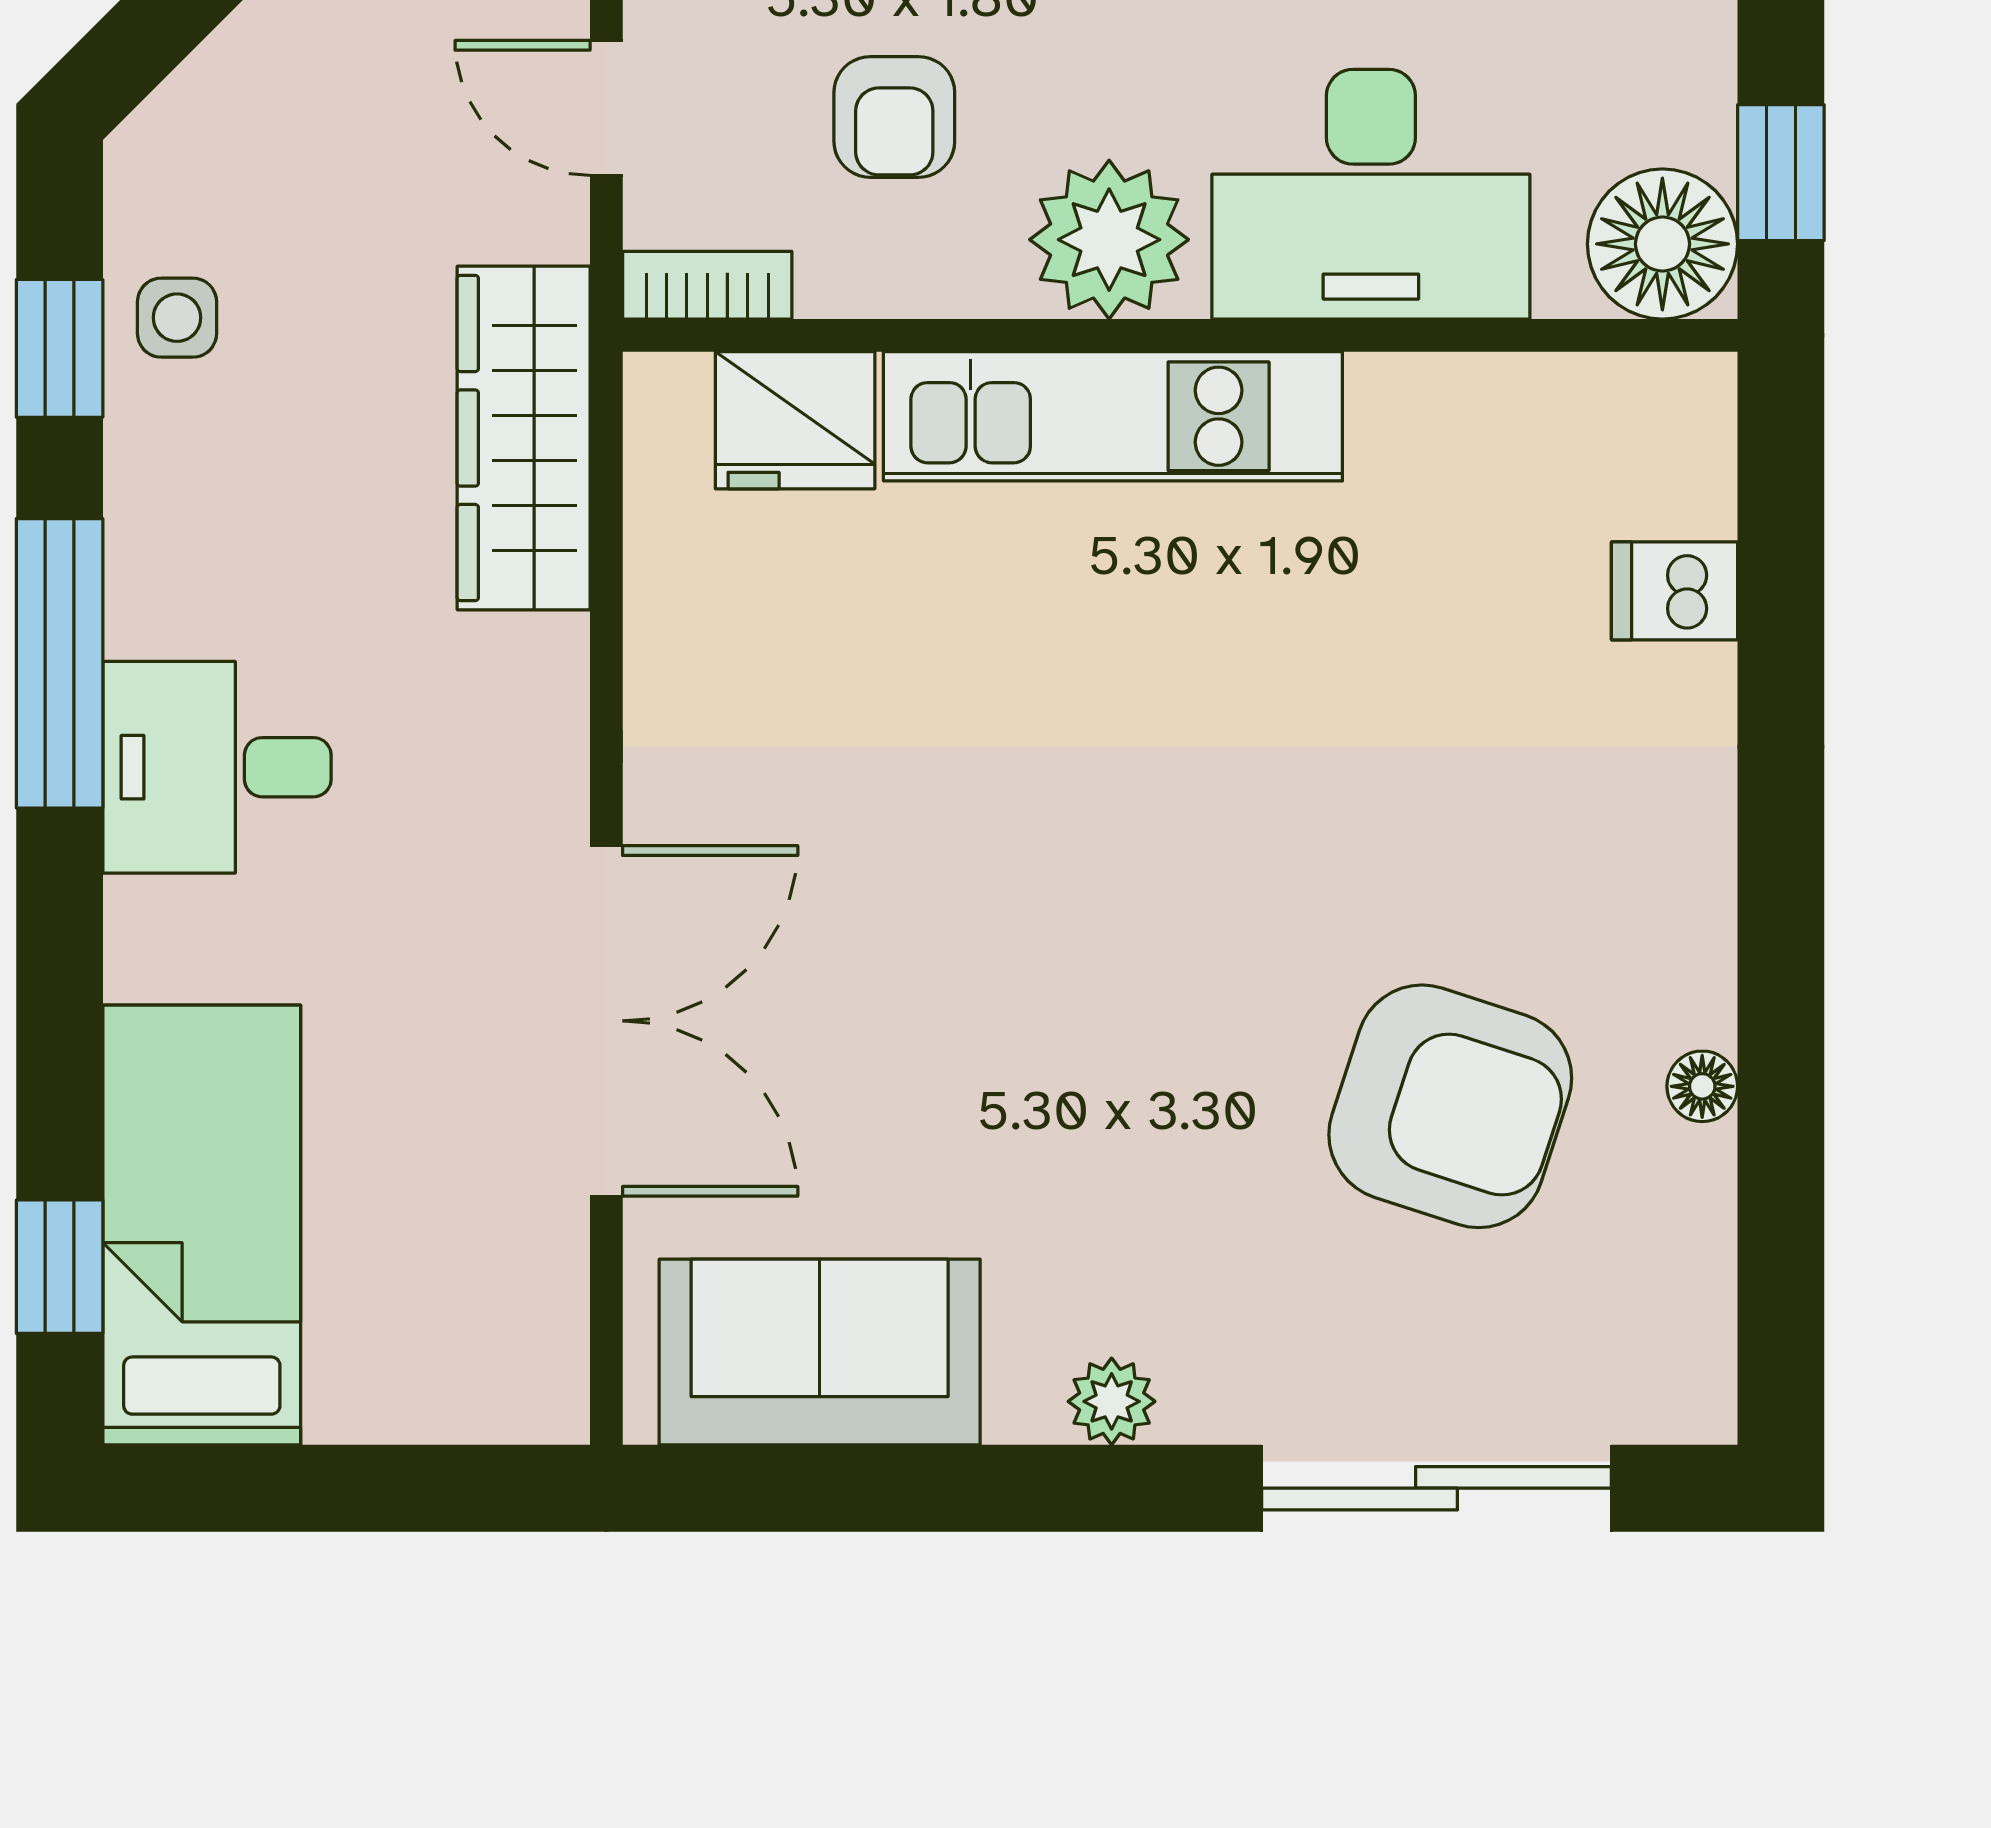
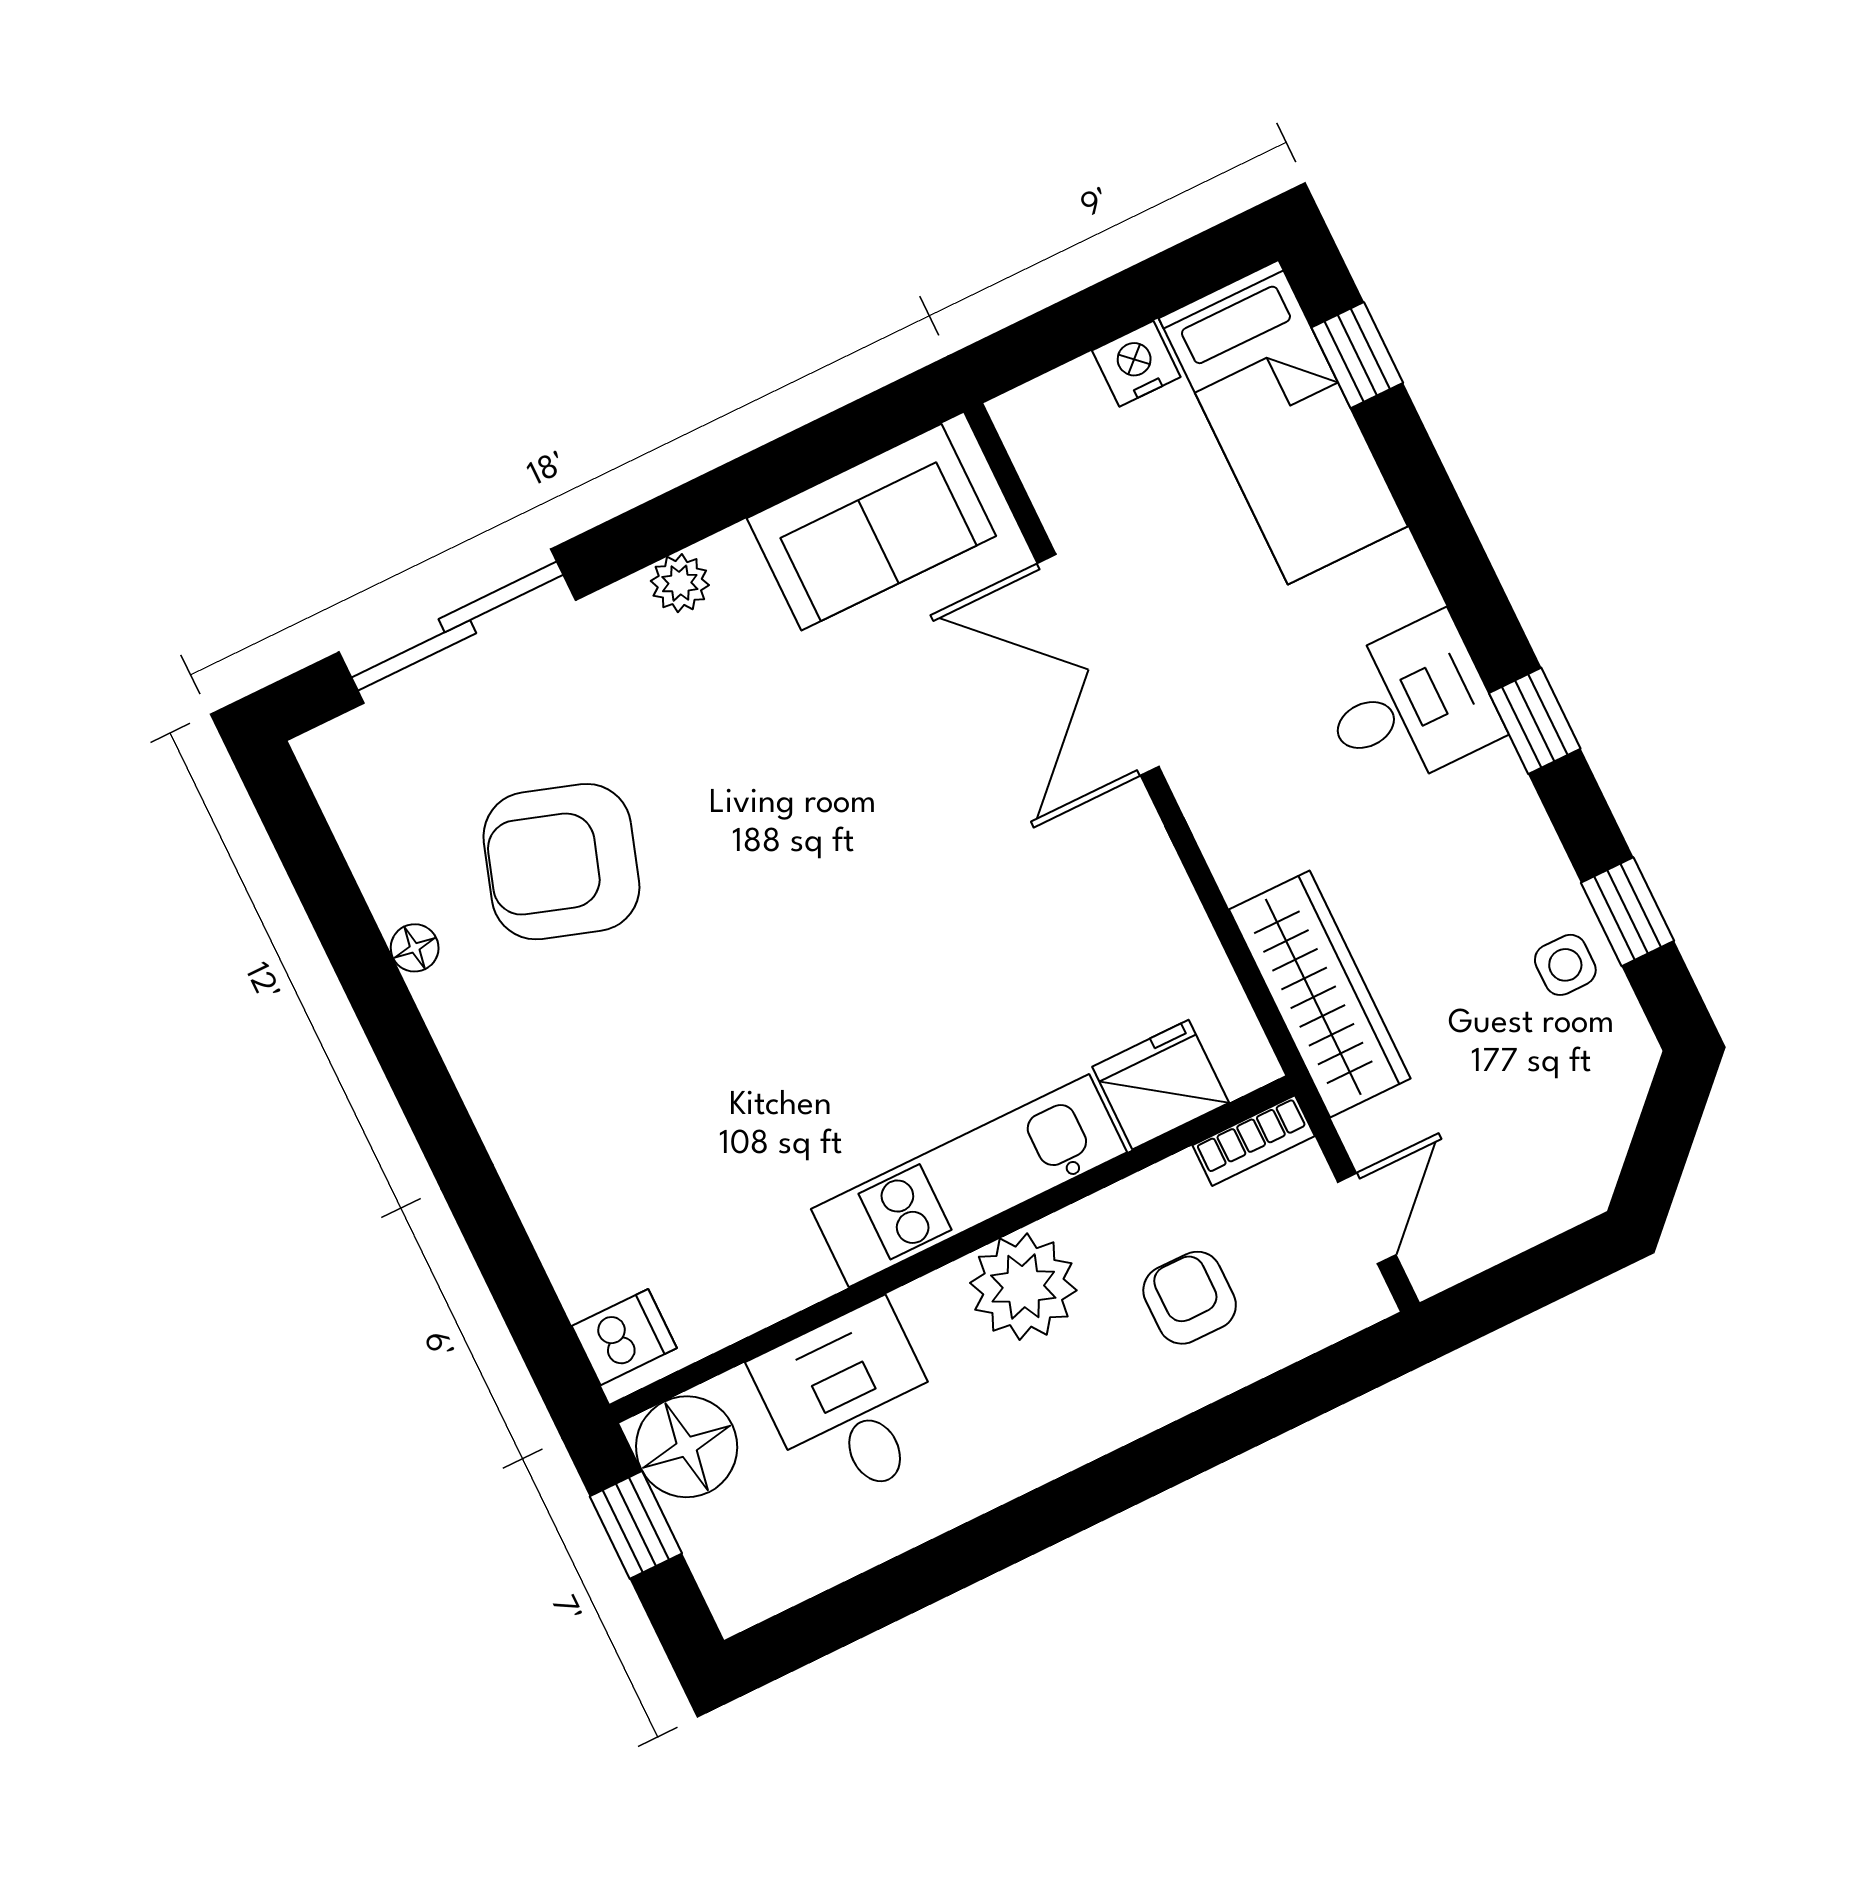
door: (606, 108) -> (1367, 1218), hinge flipped
desk: (1371, 194) -> (852, 1404), width x0.73
dishwasher: (1674, 591) -> (624, 1337), moved
window: (60, 663) -> (1535, 721), width x0.46
nightstand: (360, 1398) -> (1136, 364), added

